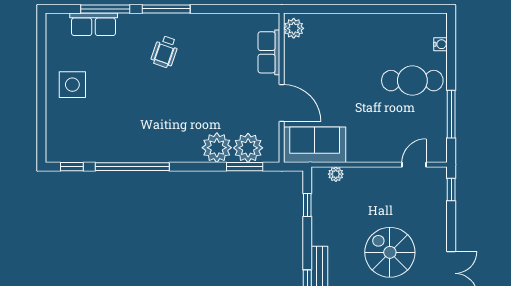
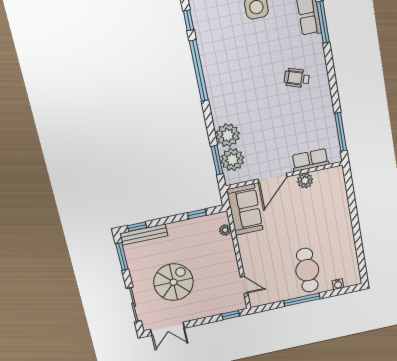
window: (166, 9) -> (341, 132), moved
plant: (294, 28) -> (305, 181), moved
window: (451, 114) -> (302, 300), moved

